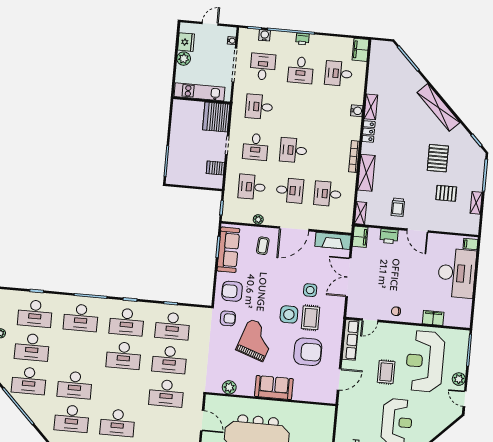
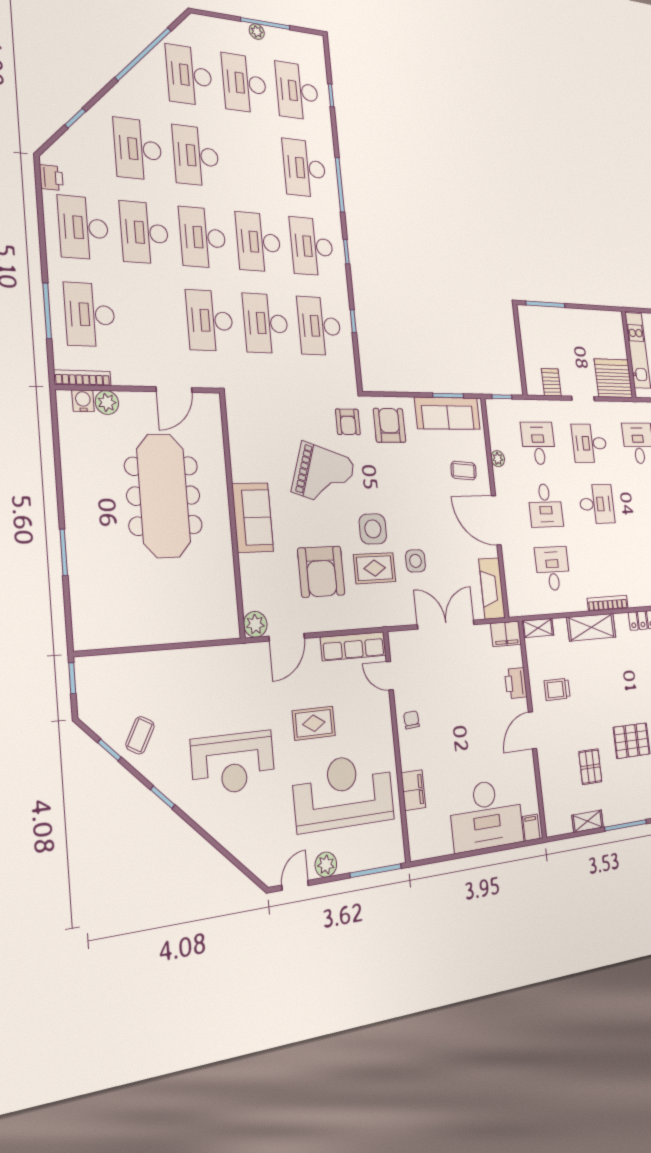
desk: (293, 150) -> (597, 504), turned 90
door: (339, 379) -> (287, 637), hinge flipped
plant: (229, 387) -> (255, 624), moved
desk: (120, 389) -> (203, 237), added

